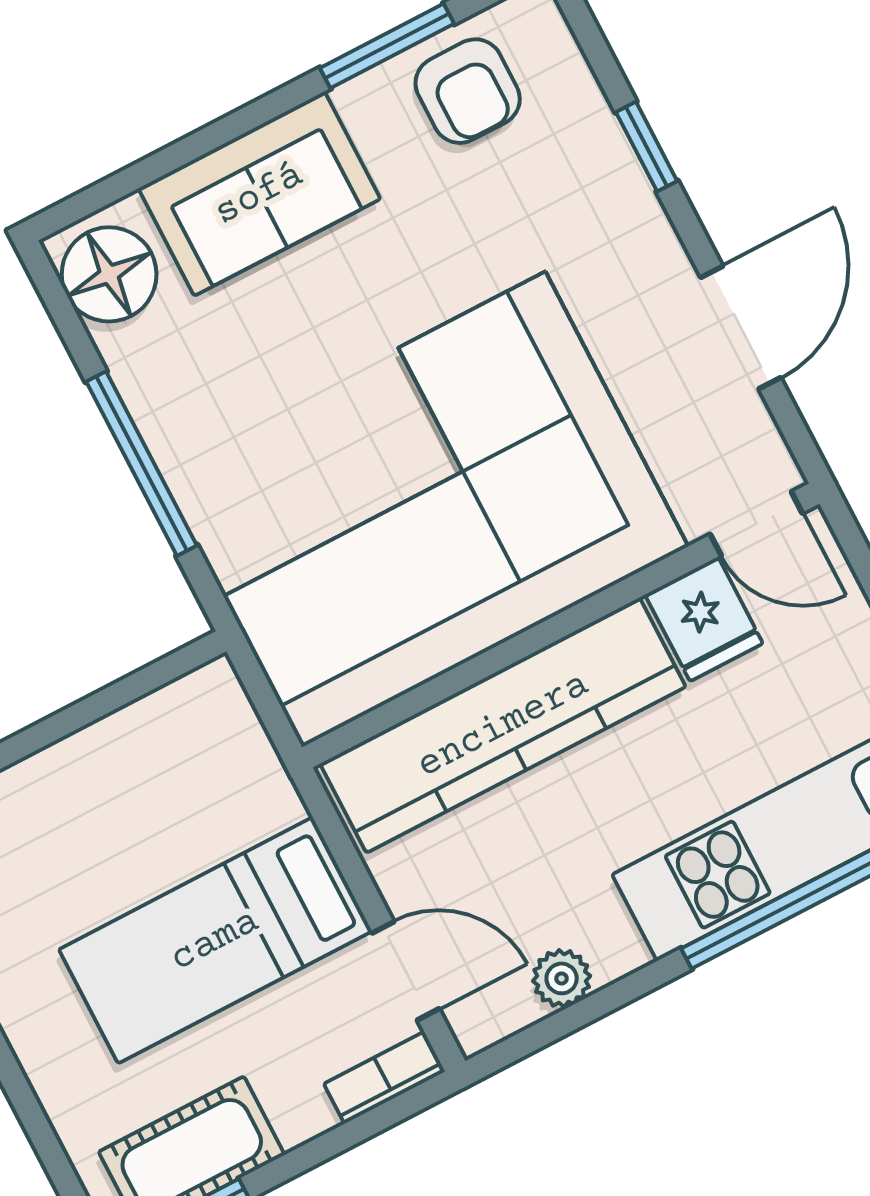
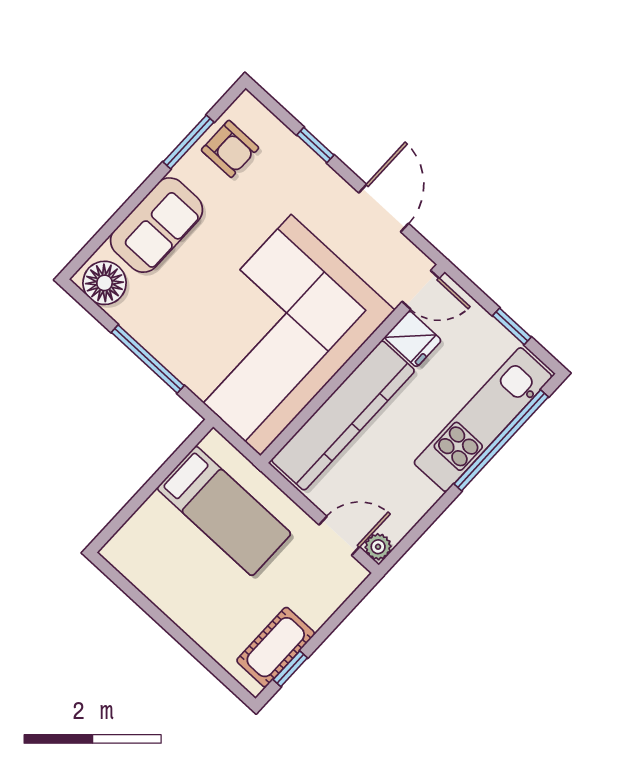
bed: (215, 940) -> (224, 511), moved, turned -90
plant: (562, 978) -> (378, 547), moved
bookcase: (384, 1078) -> (347, 585), removed

